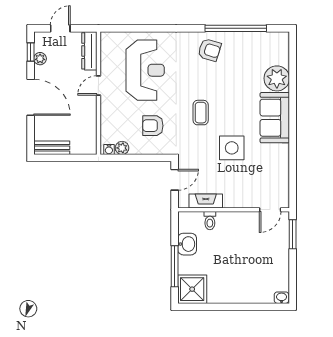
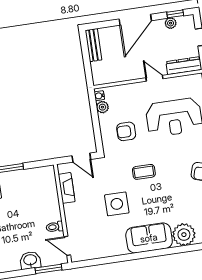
armchair: (153, 126) -> (126, 131), turned -90
toilet: (210, 221) -> (55, 227), moved
washbasin: (187, 244) -> (30, 260), moved, turned 180

